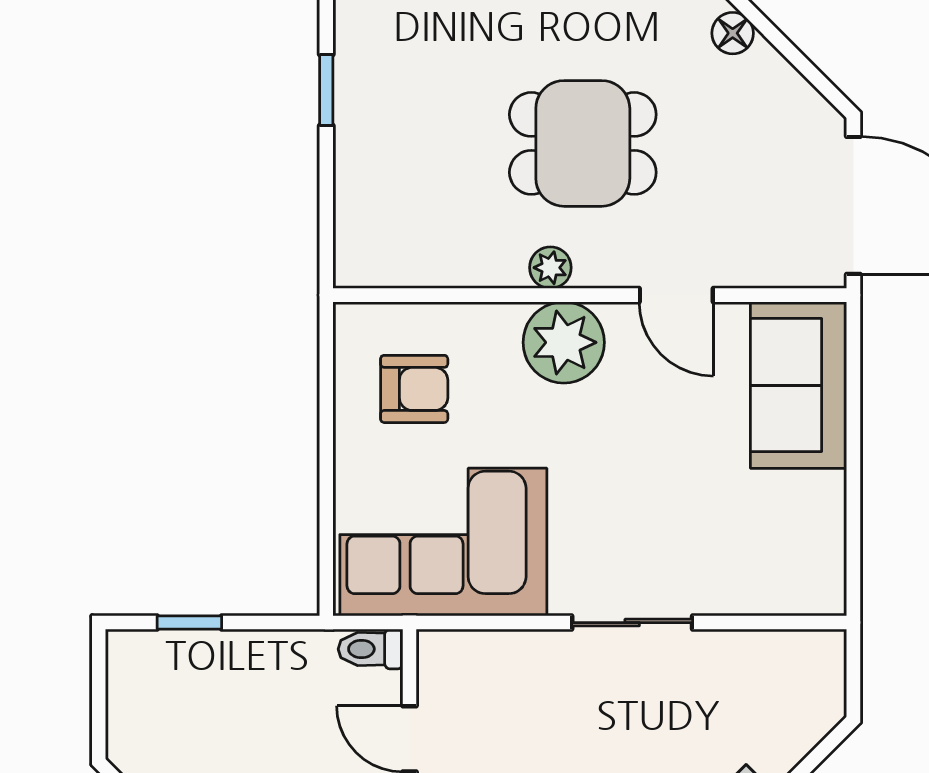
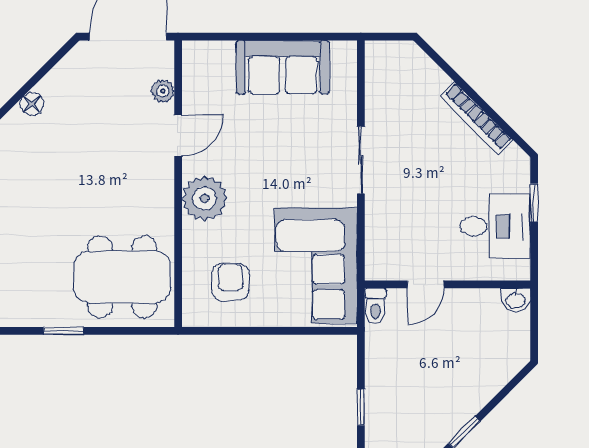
dining table: (583, 143) -> (122, 277), moved, width x1.38
plant: (550, 268) -> (163, 91), moved
sofa: (799, 385) -> (283, 67), moved

